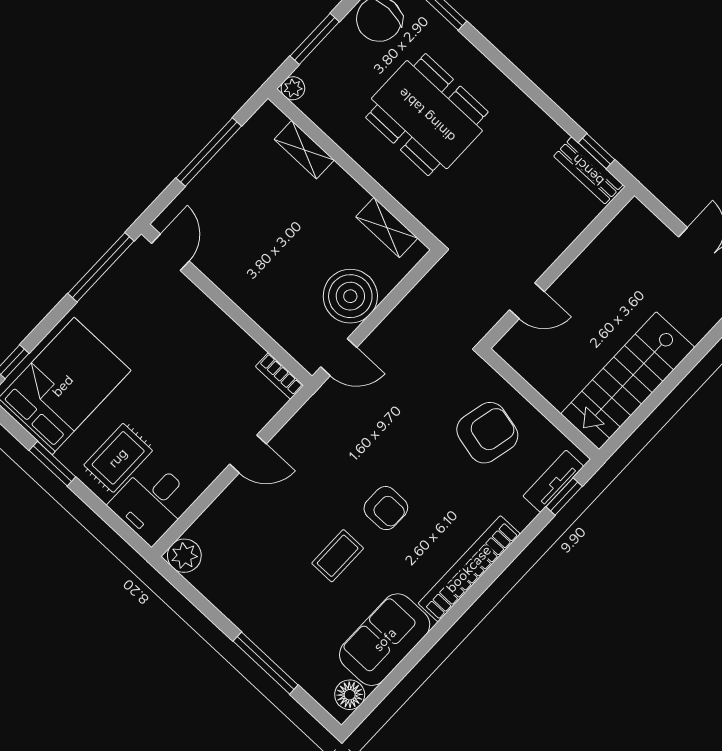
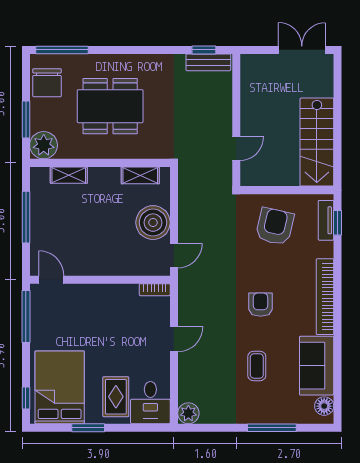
plant: (293, 88) -> (44, 145), width x1.88, depth x1.88
armchair: (386, 508) -> (261, 305), turned -90
coffee table: (338, 556) -> (257, 366), moved

